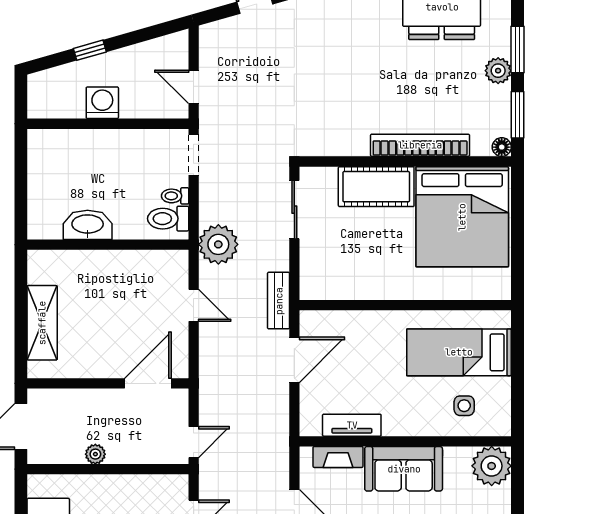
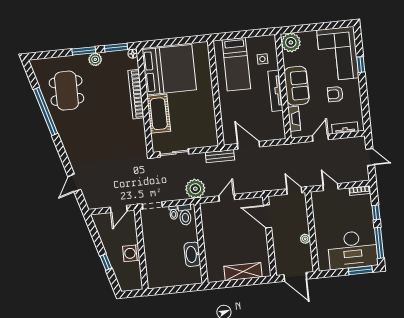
tv unit: (352, 425) -> (275, 91), moved, width x1.41

